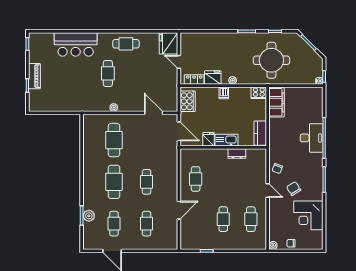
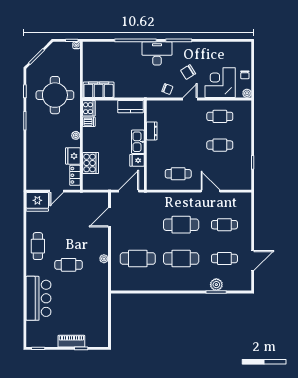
dishwasher: (224, 93) -> (89, 122), moved
cooker: (188, 101) -> (90, 163), moved, turned 90
desk: (312, 138) -> (157, 53), moved
cafe table: (147, 182) -> (181, 225), width x1.37, depth x1.35
corner desk: (308, 215) -> (220, 83), moved, turned 180

